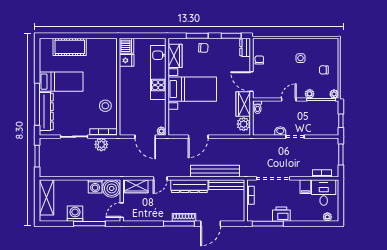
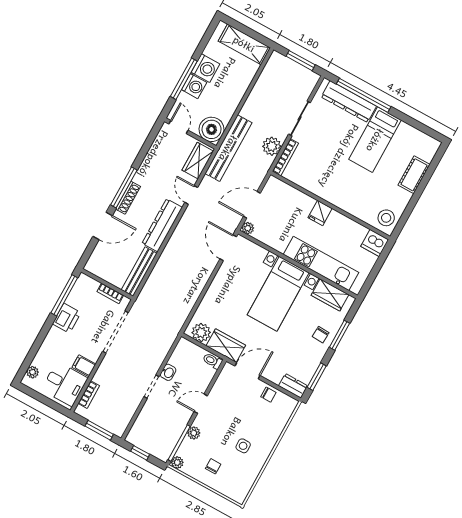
cot: (70, 47) -> (414, 175), width x0.73, depth x0.75
fridge: (127, 60) -> (320, 213), moved
door: (289, 100) -> (201, 404), swing flipped
stool: (105, 106) -> (386, 218), moved
door: (198, 137) -> (228, 248), moved
bench: (215, 171) -> (228, 148), moved
washing machine: (95, 186) -> (194, 86), moved, turned 180
door: (211, 224) -> (103, 226), swing flipped

